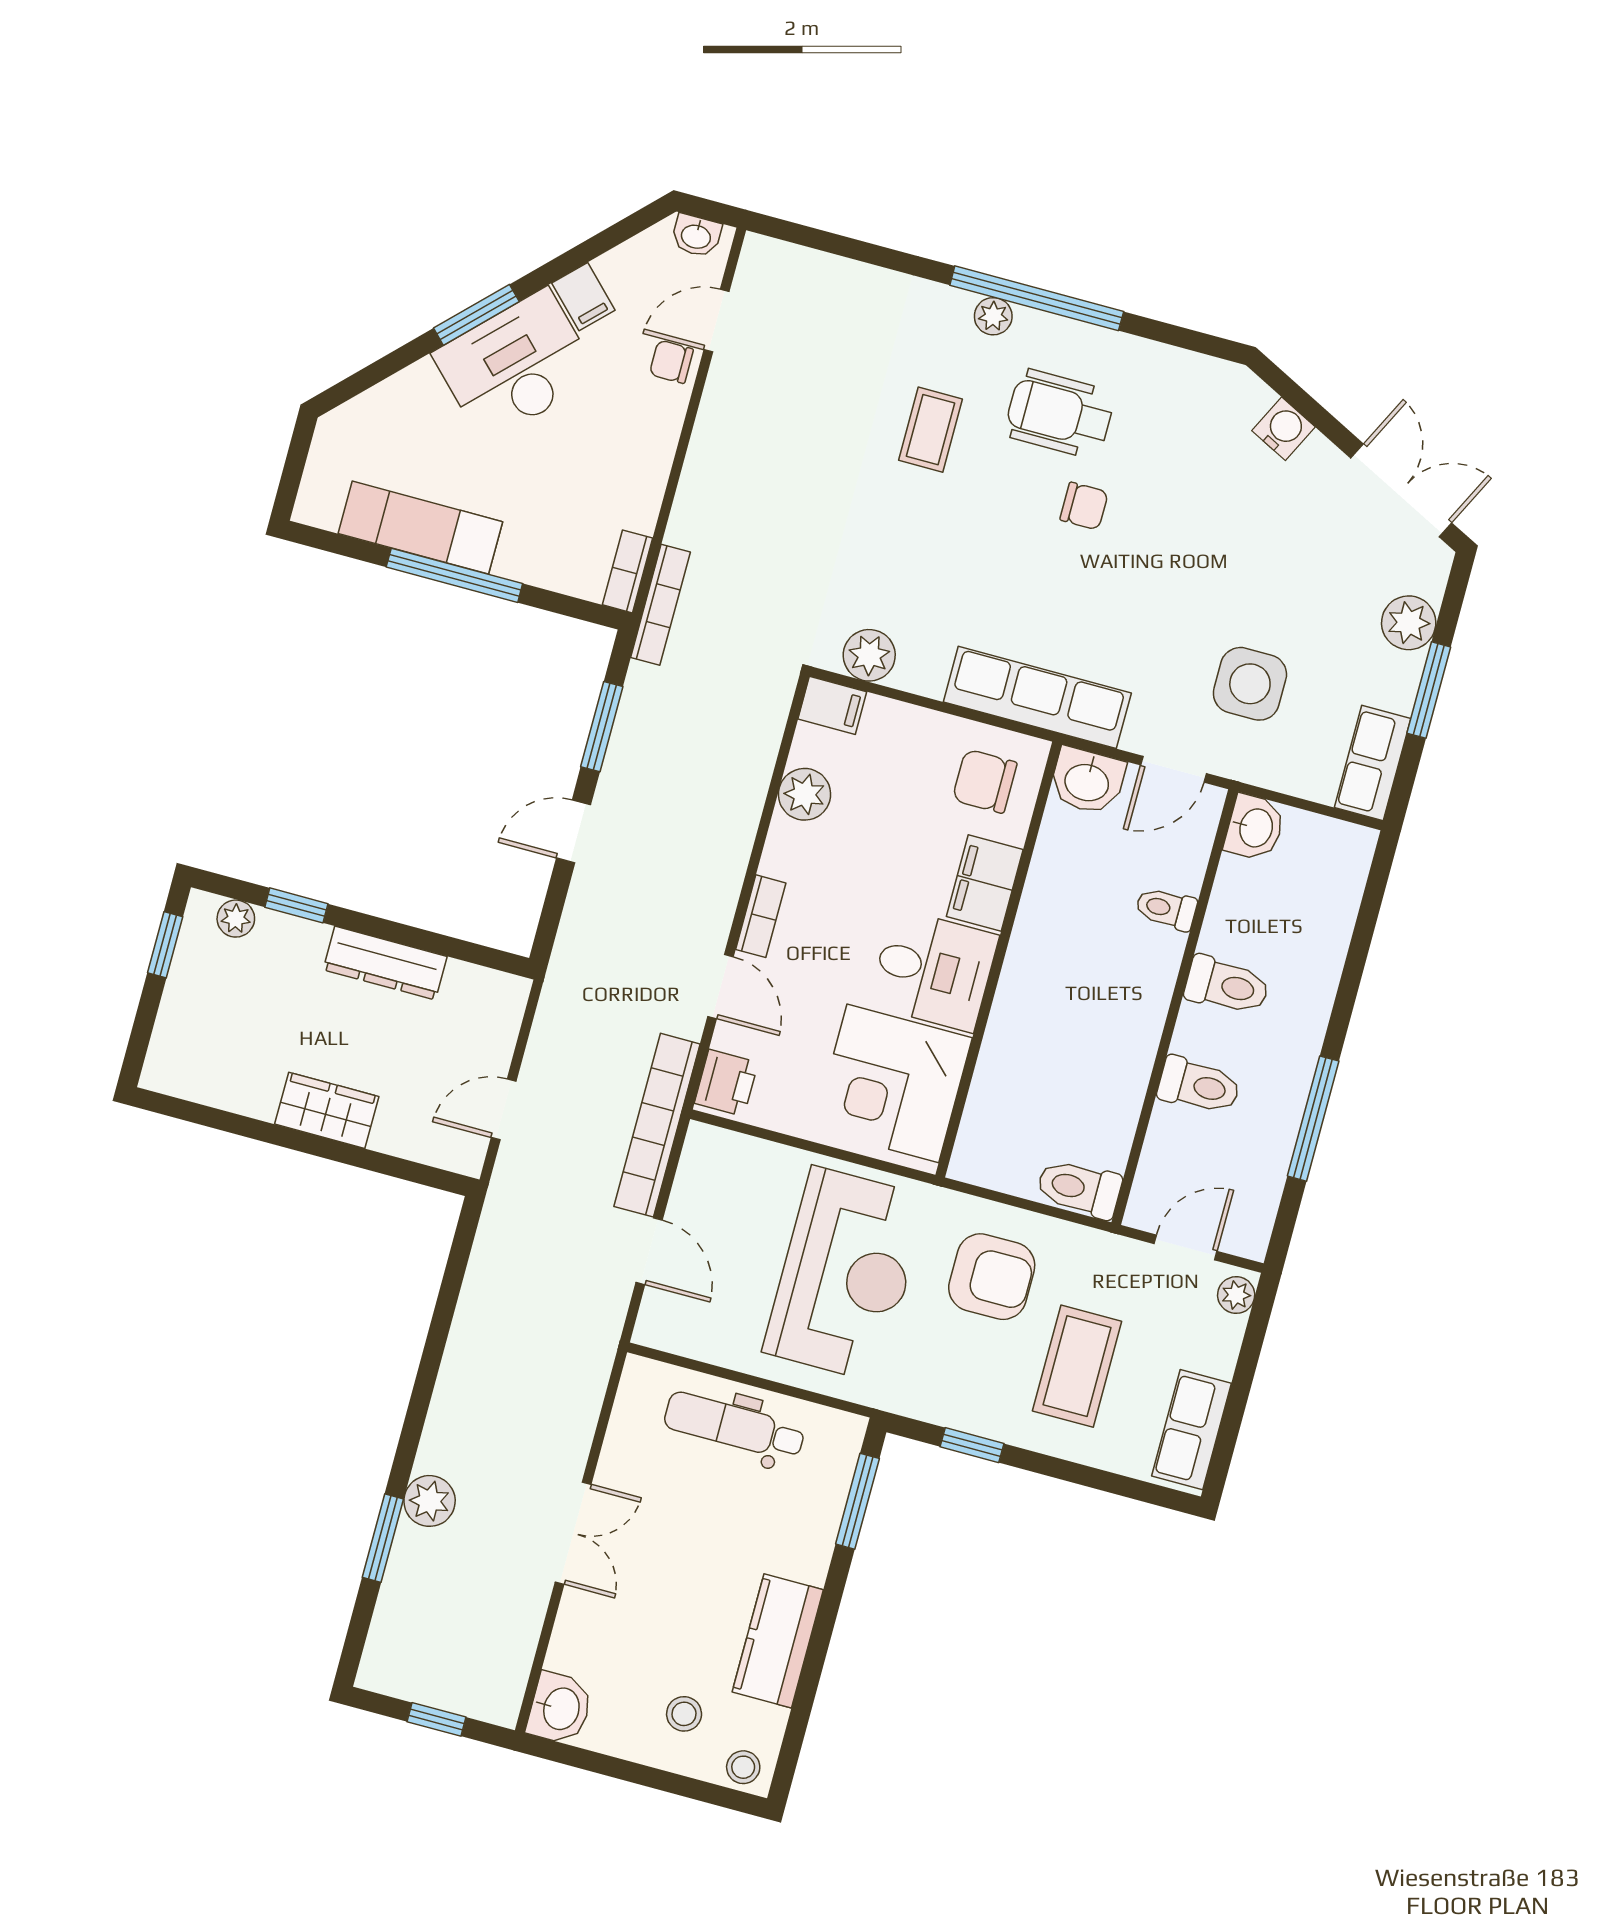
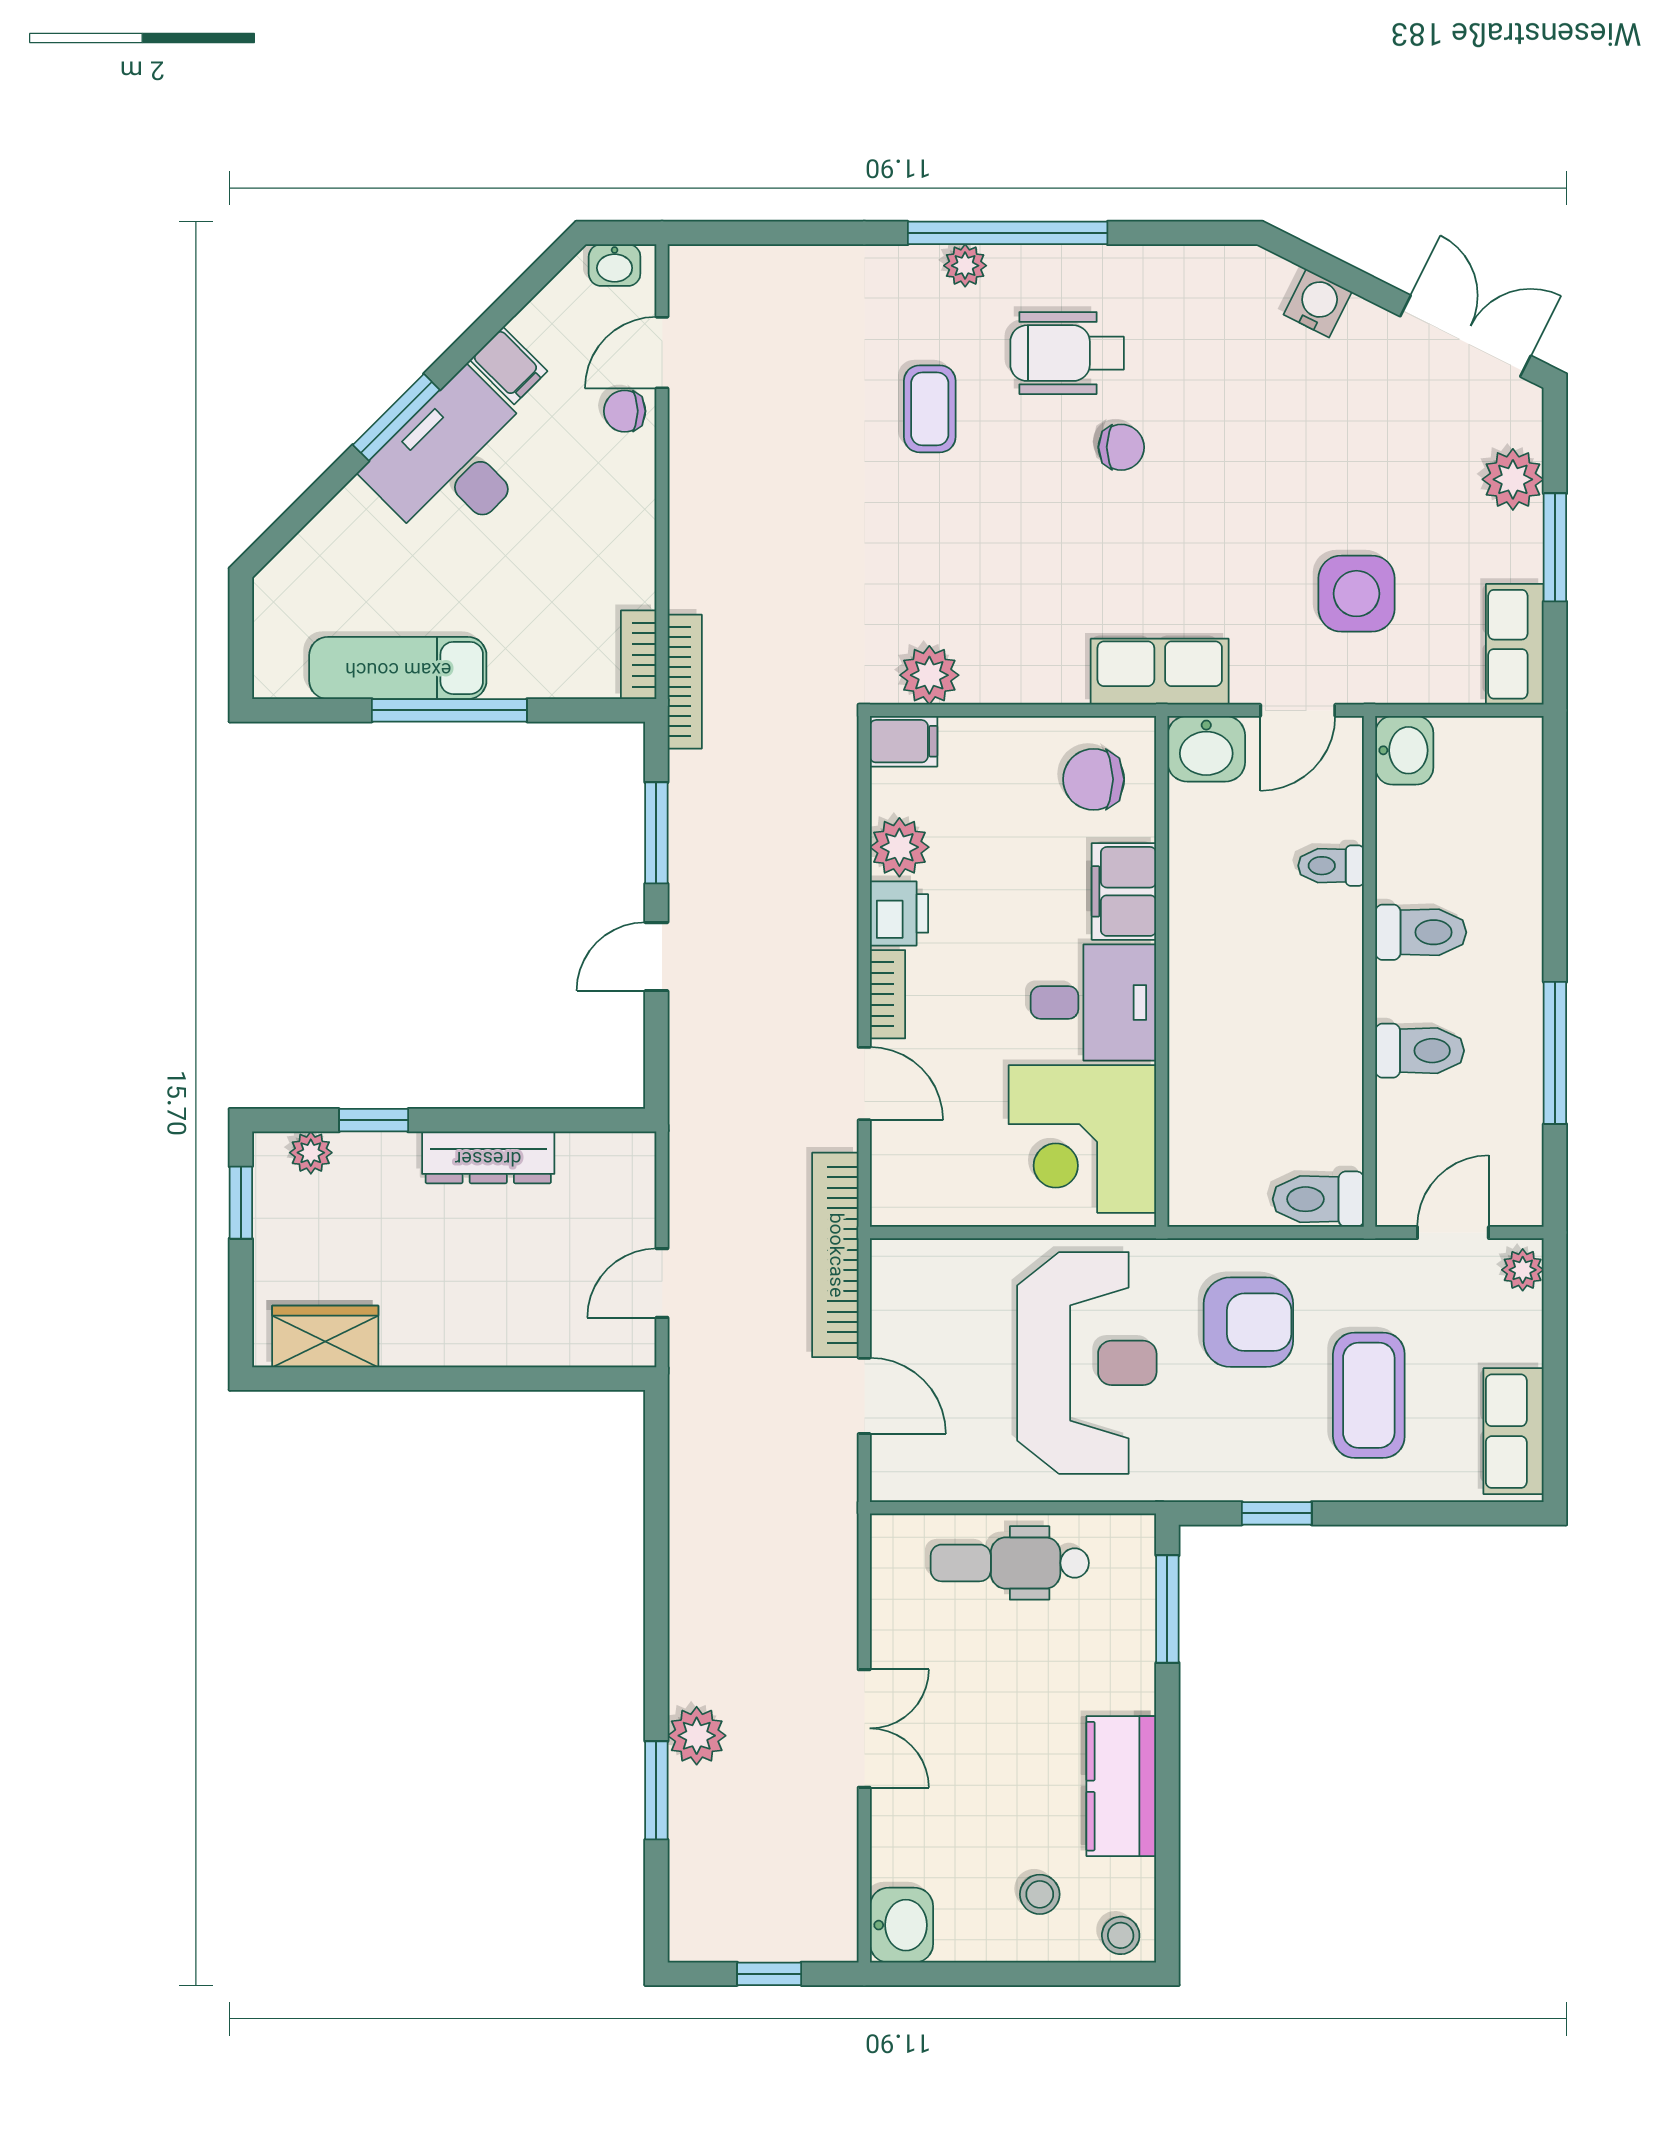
row of seats: (1037, 697) -> (1160, 672), width x0.68
printer: (726, 1083) -> (899, 913), moved
wardrobe: (327, 1110) -> (325, 1337), moved

